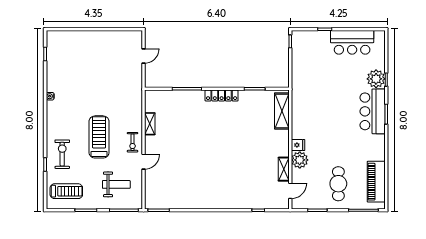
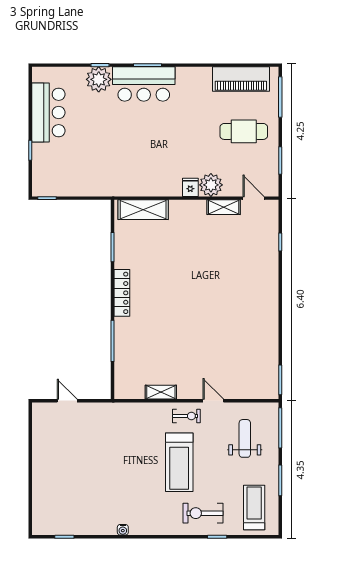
treadmill: (99, 137) -> (179, 462), turned -90

